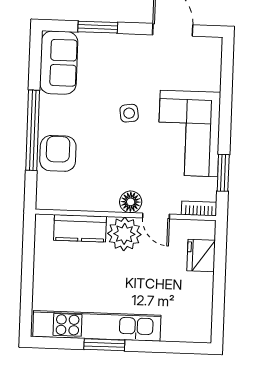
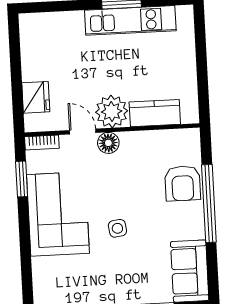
kitchen unit: (97, 326) -> (130, 20), width x0.73

